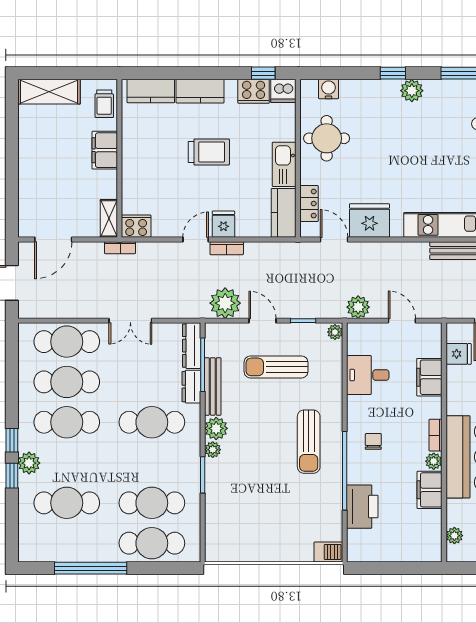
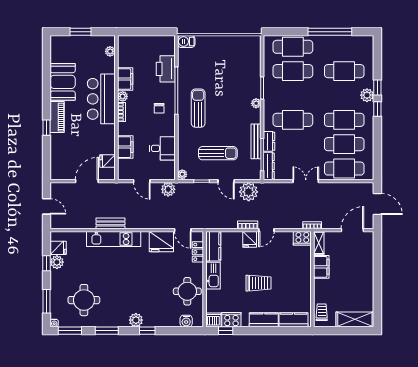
filing cabinet: (105, 150) -> (321, 267), moved
trolley: (209, 152) -> (258, 283), turned 180
plant: (216, 428) -> (254, 116), removed

